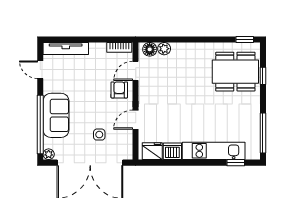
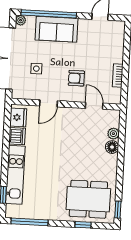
bookcase: (119, 47) -> (118, 76), moved
tv unit: (66, 49) -> (119, 42), removed
floor lamp: (150, 49) -> (112, 147), moved
dining table: (235, 72) -> (88, 199), turned 90
armchair: (119, 90) -> (76, 78), moved, turned 180
door: (136, 120) -> (49, 103), swing flipped

